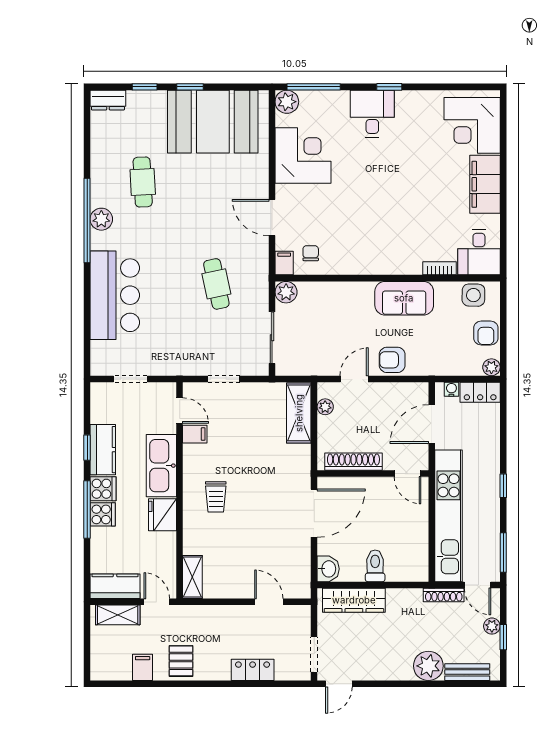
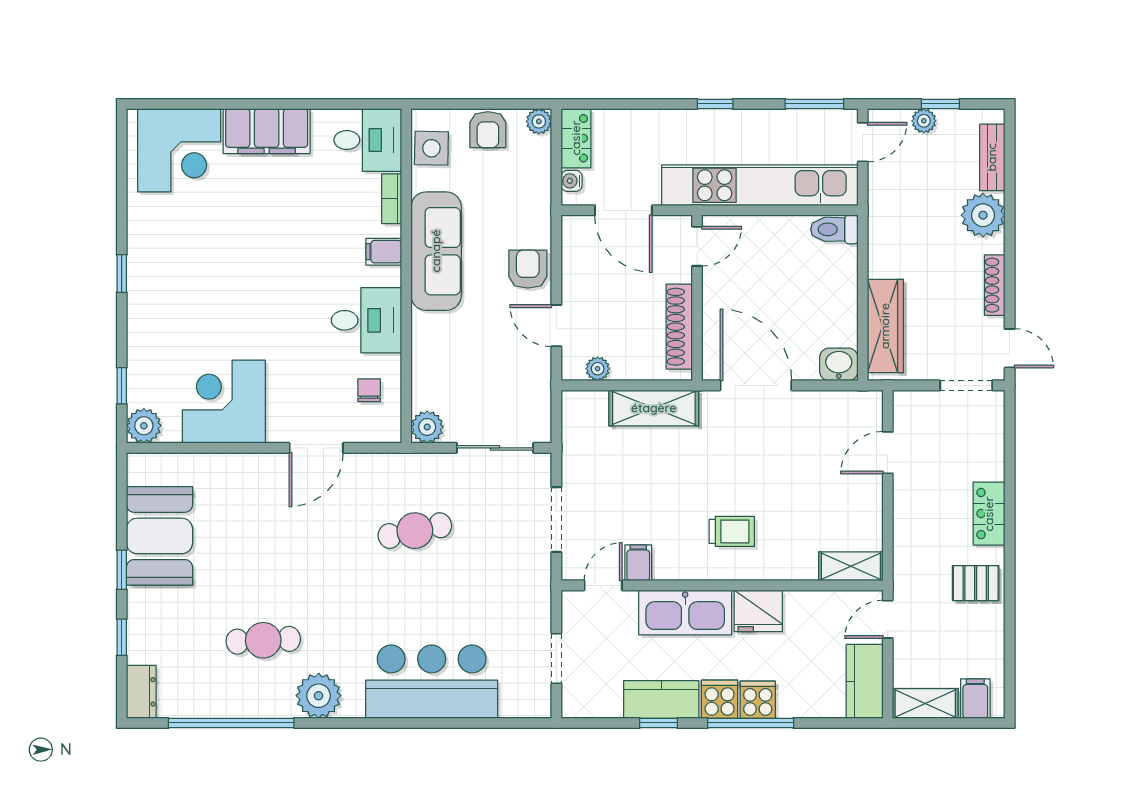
window: (314, 87) -> (122, 386), width x0.46
desk: (372, 114) -> (366, 320), moved, turned 180
booth: (213, 122) -> (159, 536), width x0.73, depth x0.70
plant: (101, 219) -> (319, 696), width x1.36, depth x1.36
window: (87, 221) -> (231, 723), moved
chair: (311, 253) -> (369, 390), turned 90
filing cabinet: (284, 263) -> (384, 252), moved
sofa: (404, 298) -> (436, 251), width x1.36
armchair: (486, 333) -> (488, 130), turned 90
armchair: (392, 360) -> (528, 269), turned 180
doorway: (224, 379) -> (556, 519), width x1.38
shelving: (299, 413) -> (654, 408), moved
toilet: (375, 566) -> (834, 229), moved
shoe rack: (444, 595) -> (995, 285), moved, turned 180
shelving: (118, 615) -> (925, 704), moved, turned 90
filing cabinet: (143, 667) -> (975, 699), moved, turned 90
locker: (253, 670) -> (989, 514), moved

